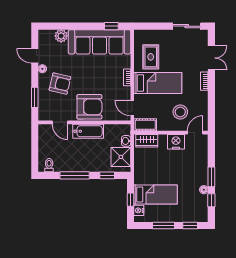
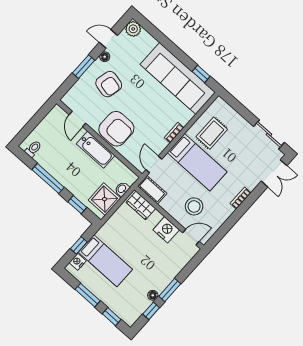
plant: (61, 36) -> (133, 29), moved
door: (35, 56) -> (108, 39), hinge flipped
double door: (211, 58) -> (274, 173), moved
window: (35, 97) -> (84, 67), moved

